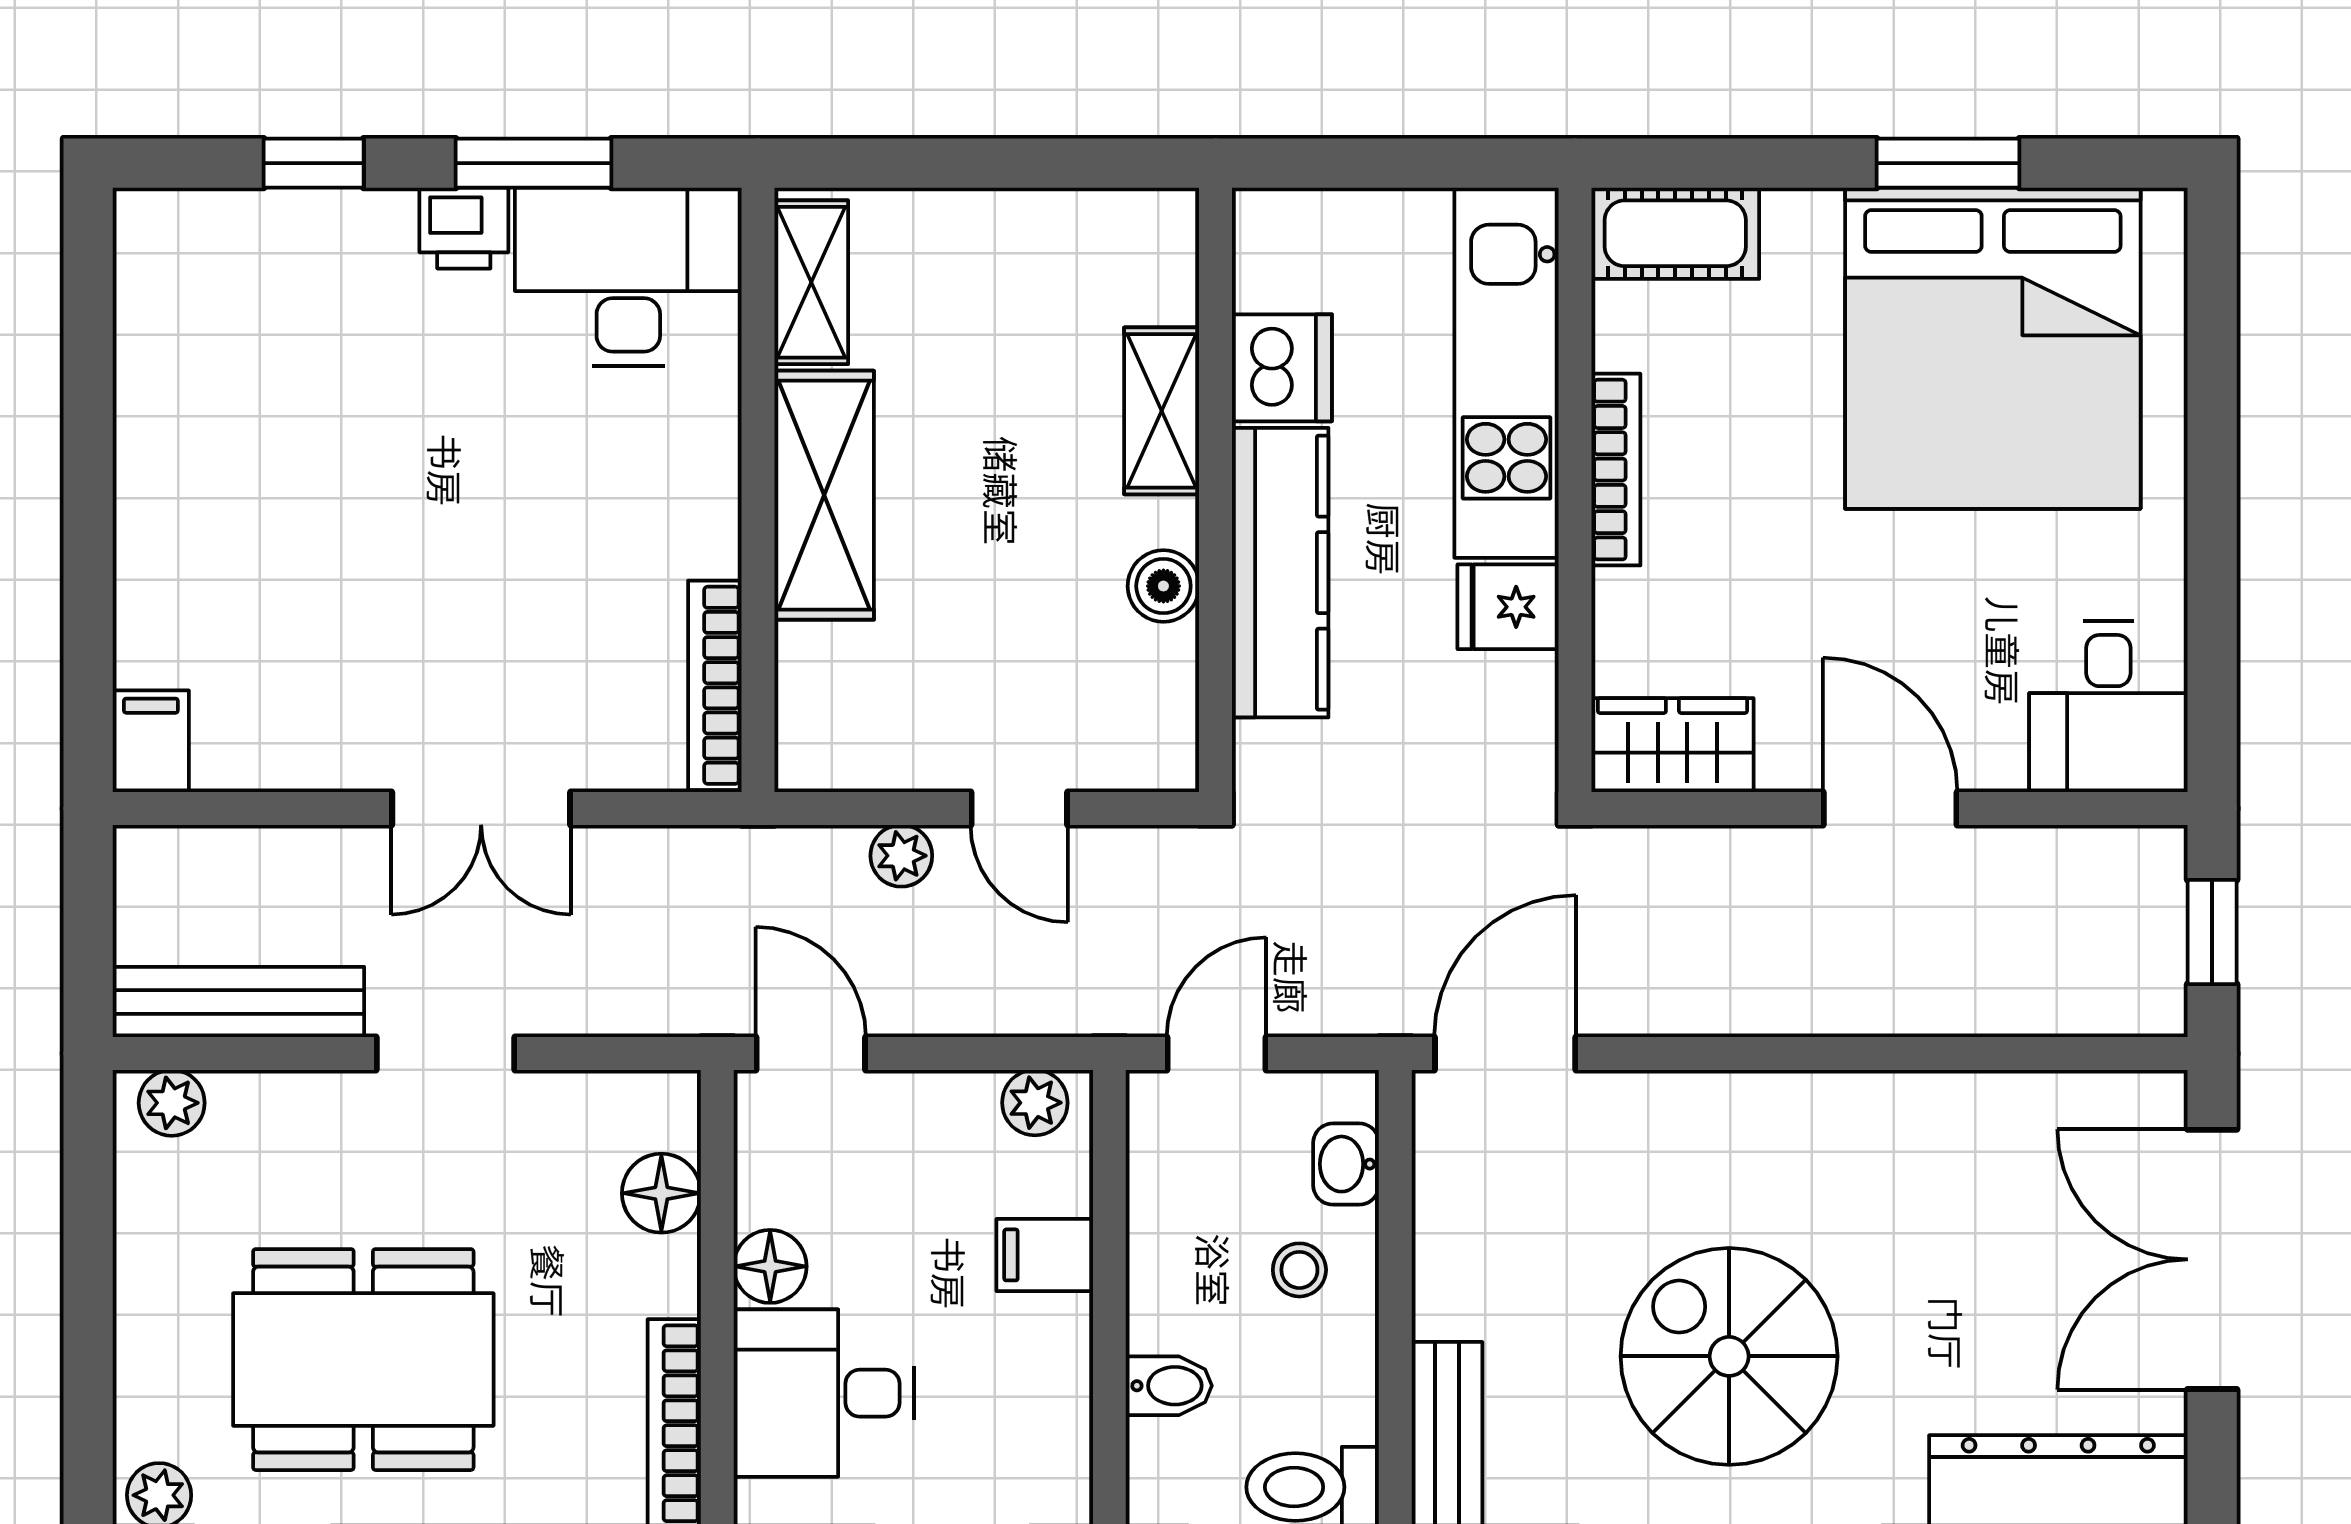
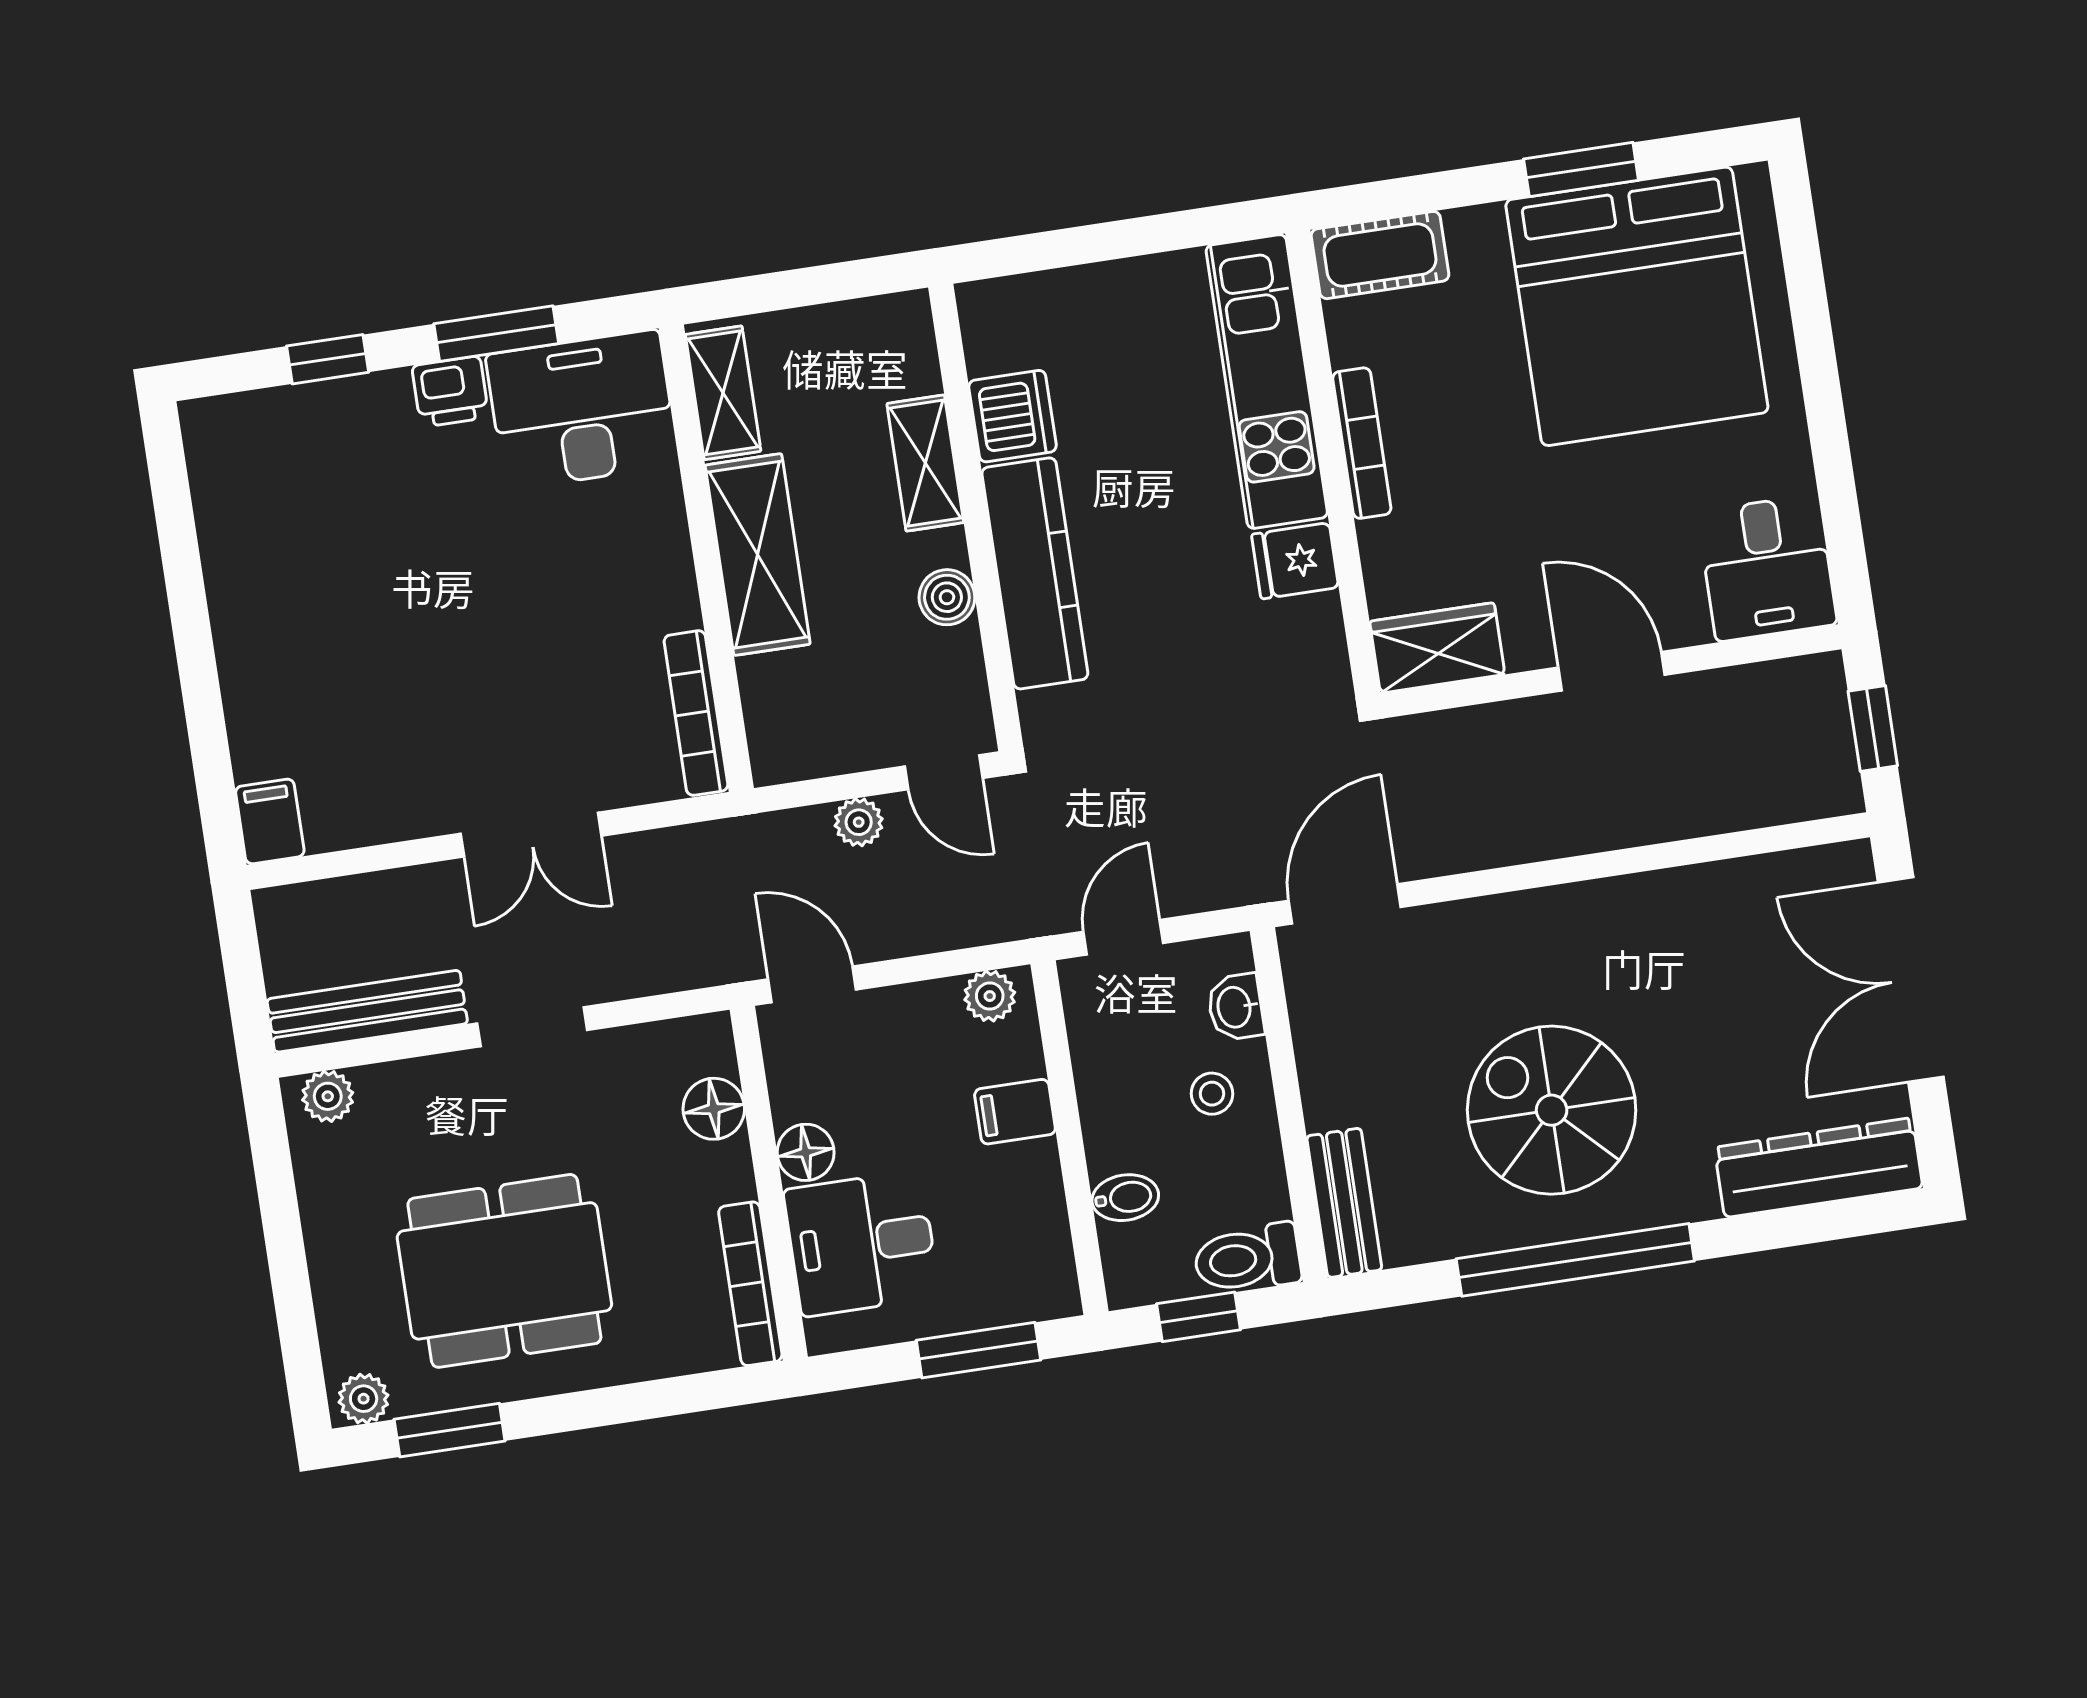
dishwasher: (1282, 368) -> (1012, 416), moved
shelving: (1162, 411) -> (925, 463), moved
wall: (1216, 490) -> (976, 517), moved
kitchen counter: (1280, 573) -> (1035, 573), moved
boiler: (1163, 586) -> (947, 597), moved

